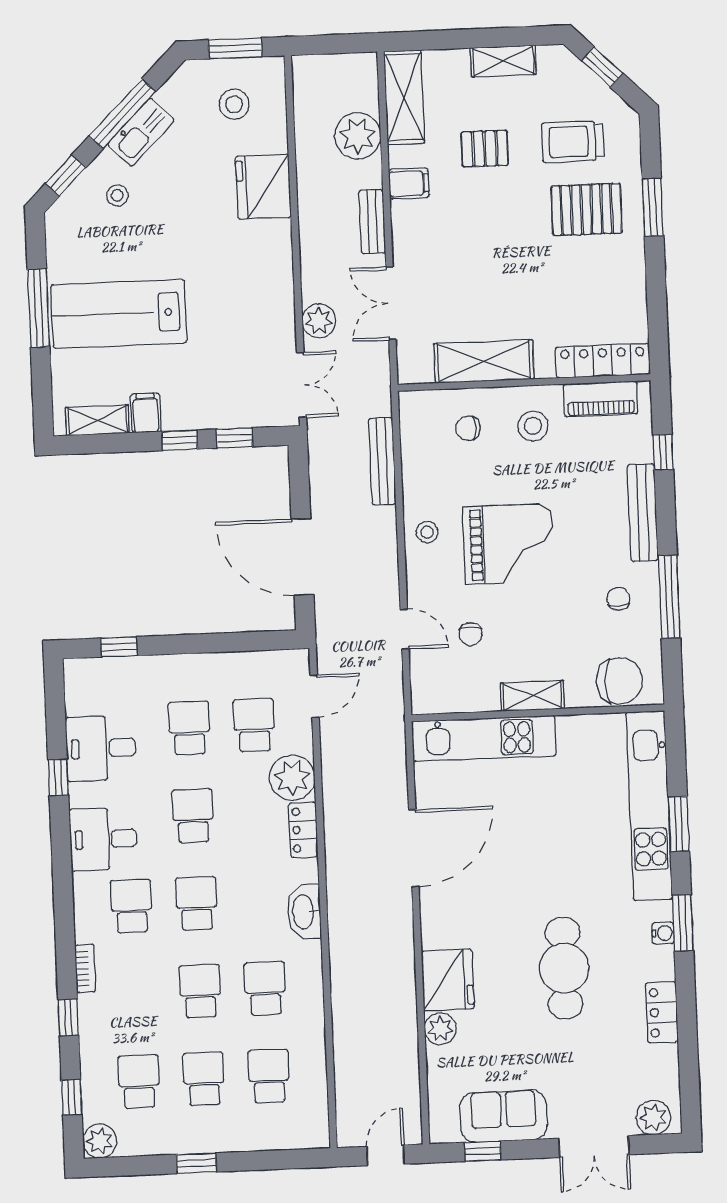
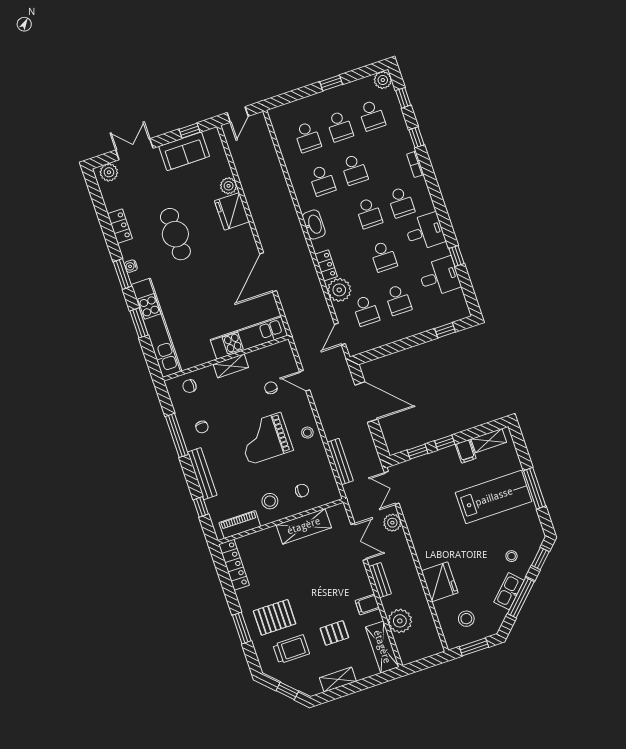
locker: (603, 361) -> (234, 565), moved, turned -90
chair: (620, 681) -> (189, 386), width x0.54, depth x0.54

